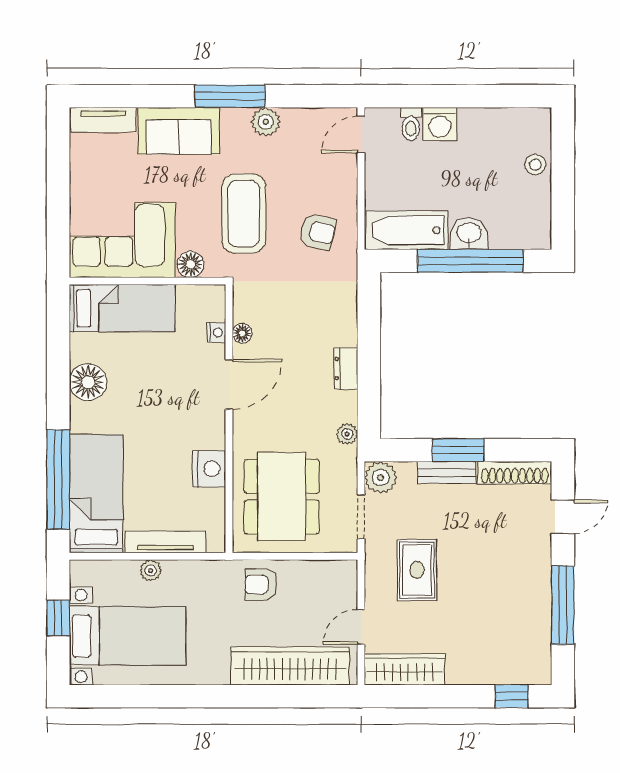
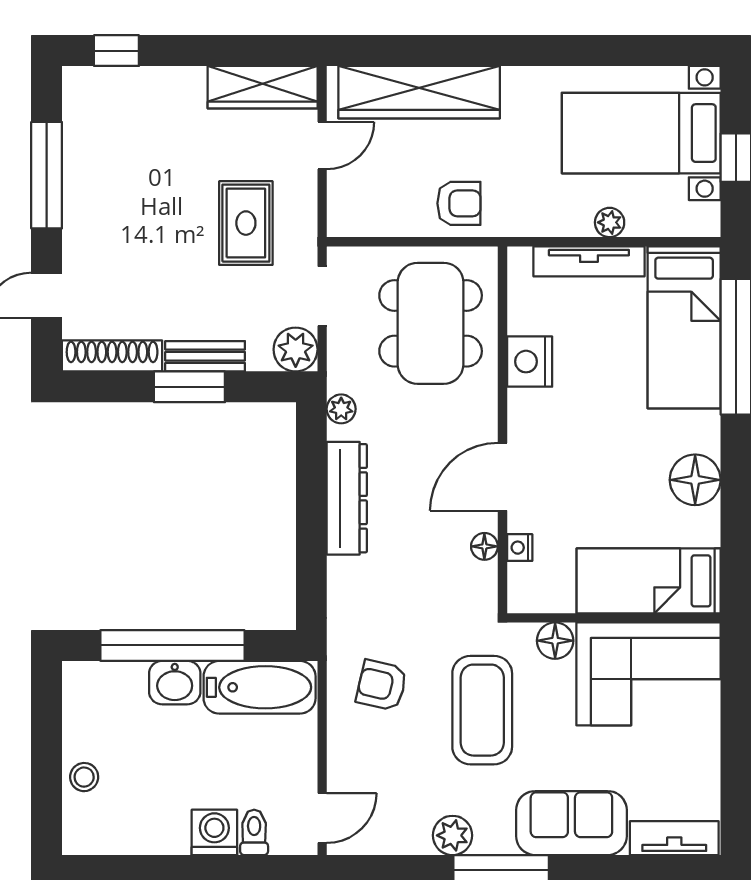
dresser: (346, 369) -> (347, 498), width x1.96, depth x1.24

